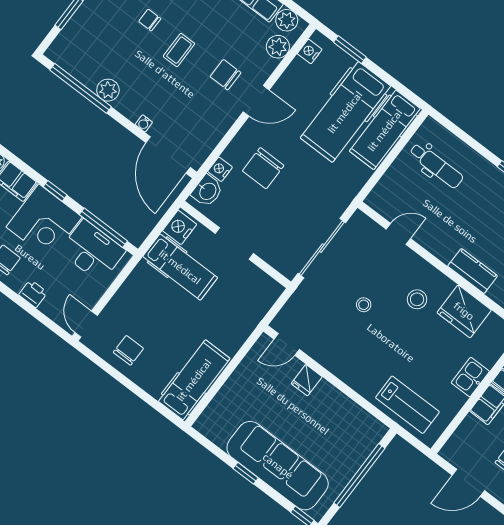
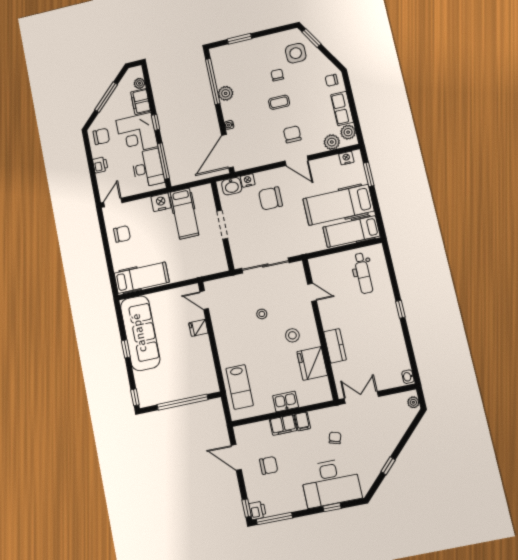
nightstand: (180, 227) -> (161, 202), moved
sofa: (278, 466) -> (140, 333), moved

